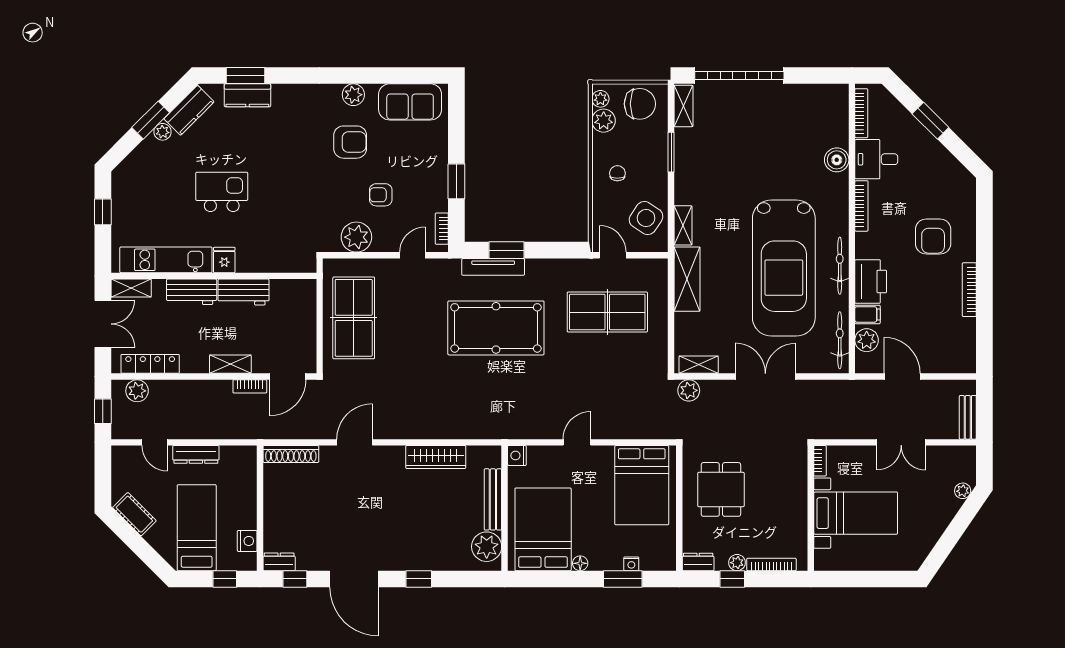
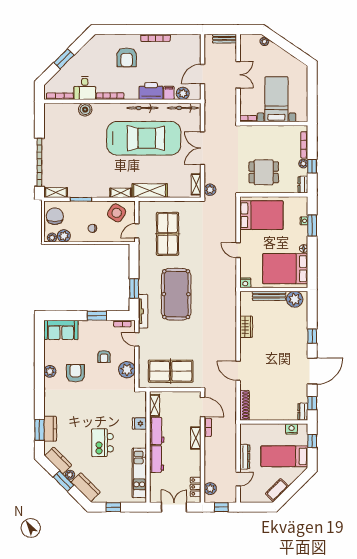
sofa: (410, 102) -> (61, 330), moved, turned 90
kitchen counter: (140, 161) -> (86, 487), added
armchair: (933, 237) -> (127, 57), turned 90
fridge: (224, 260) -> (139, 424), moved
tv unit: (493, 267) -> (143, 311), moved
shelving: (131, 288) -> (155, 405), moved
locker: (150, 364) -> (196, 487), width x0.66
wardrobe: (436, 457) -> (246, 327), width x0.67

